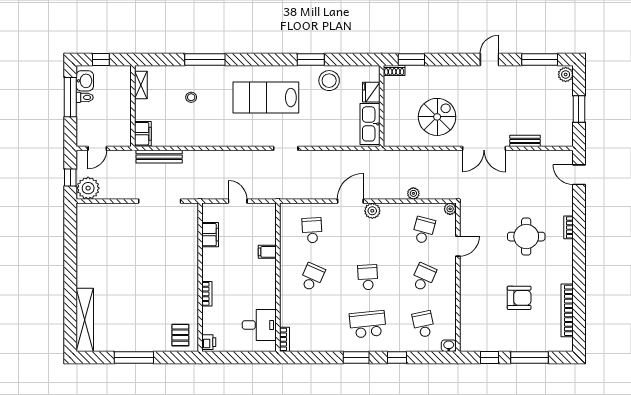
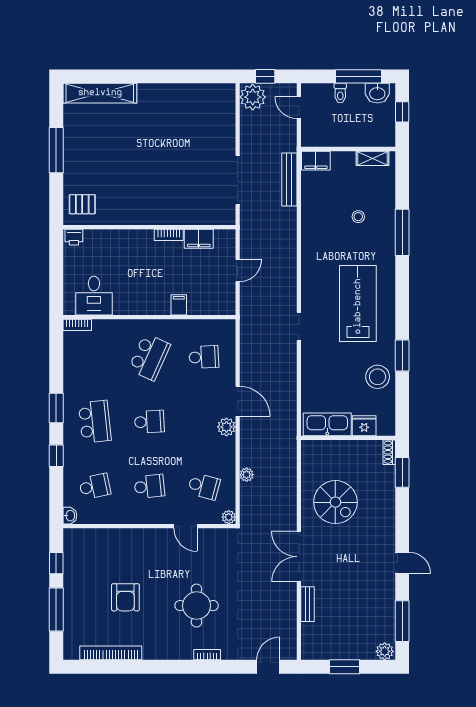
toilet: (85, 97) -> (340, 93), moved
school desk: (312, 277) -> (149, 357), width x1.85
school desk: (423, 277) -> (149, 486), turned -30
bookcase: (207, 294) -> (169, 235), moved

